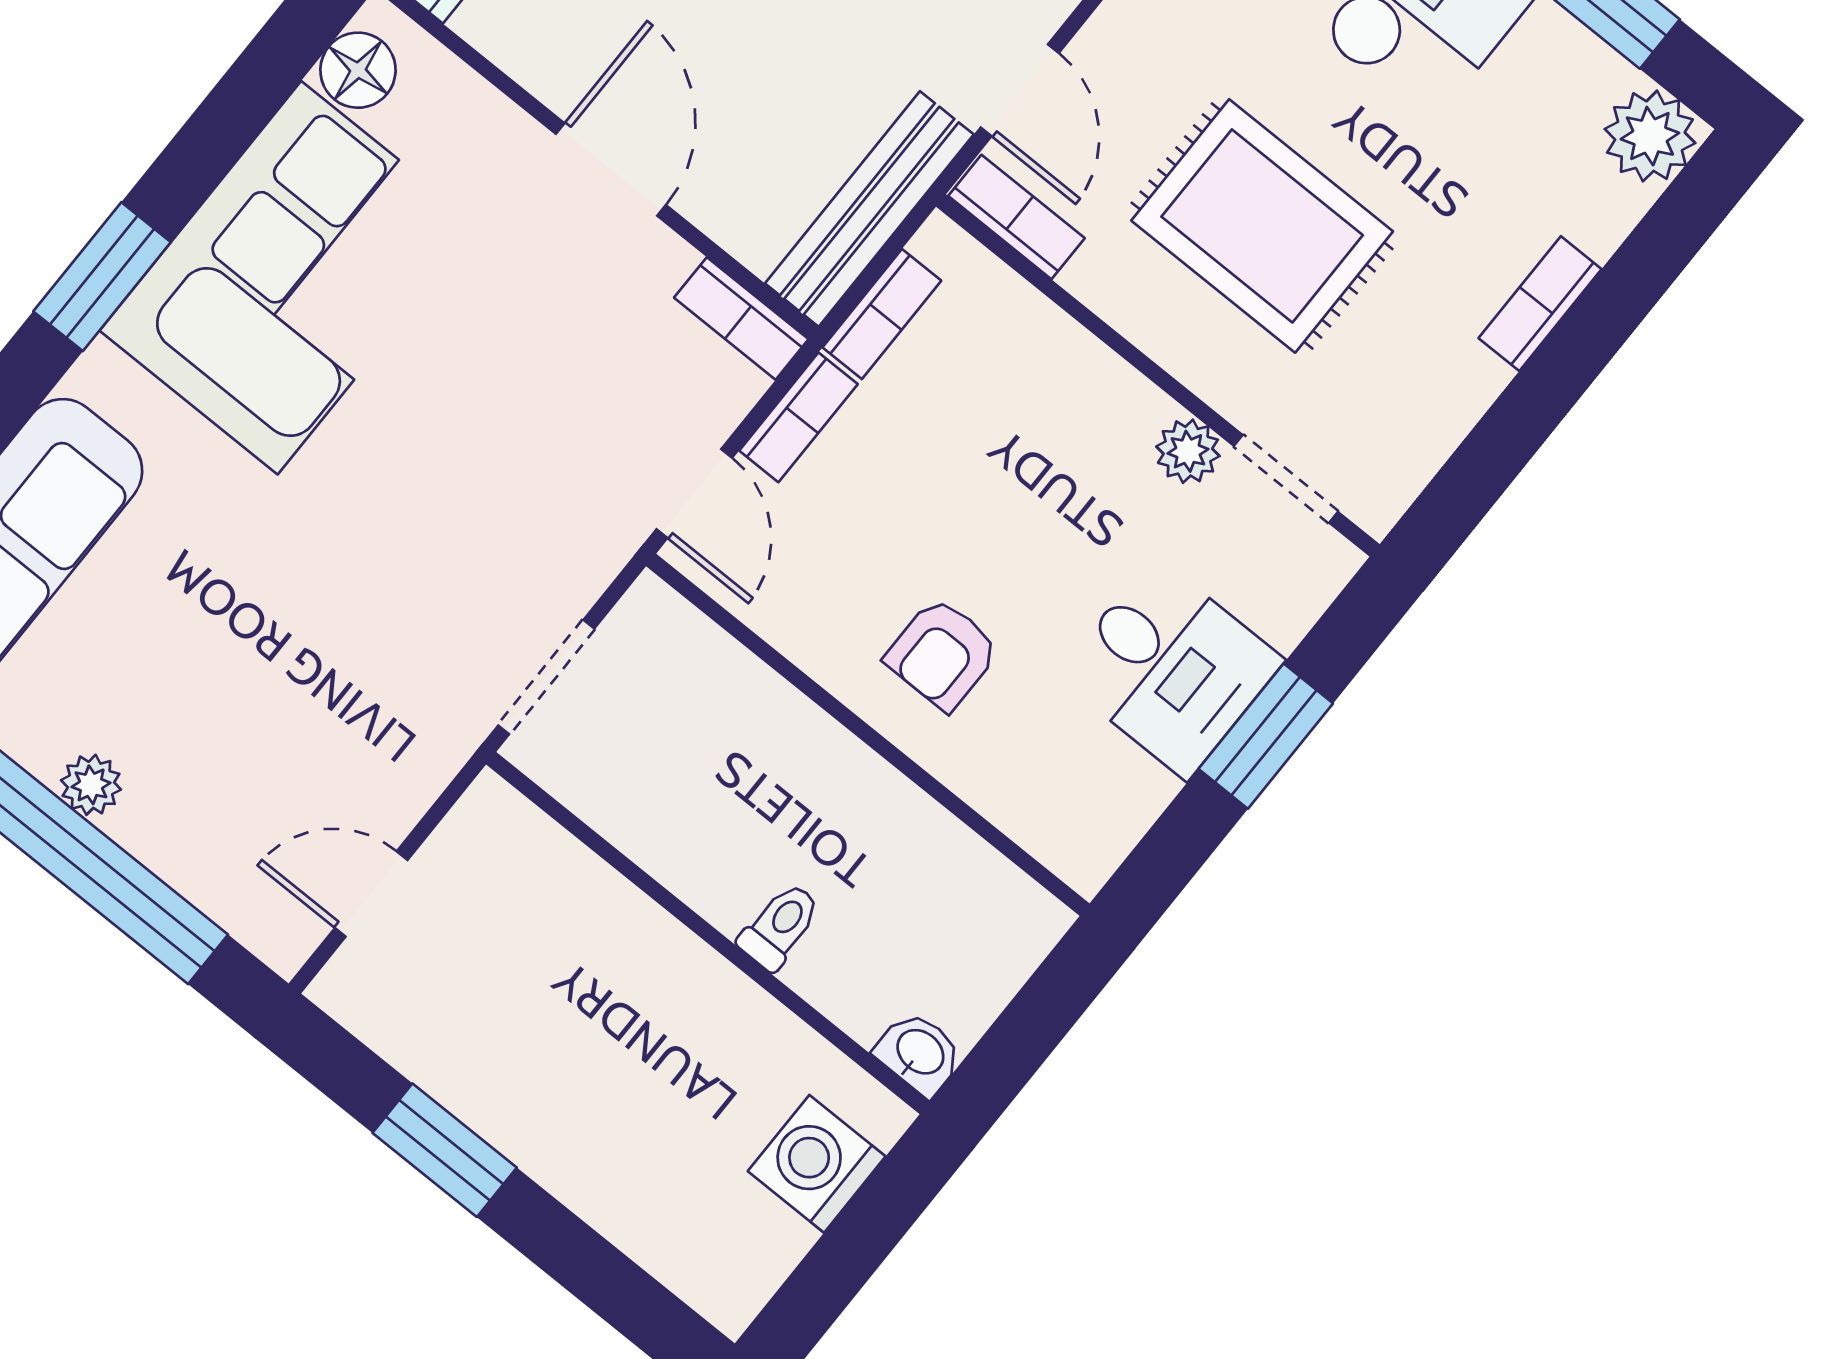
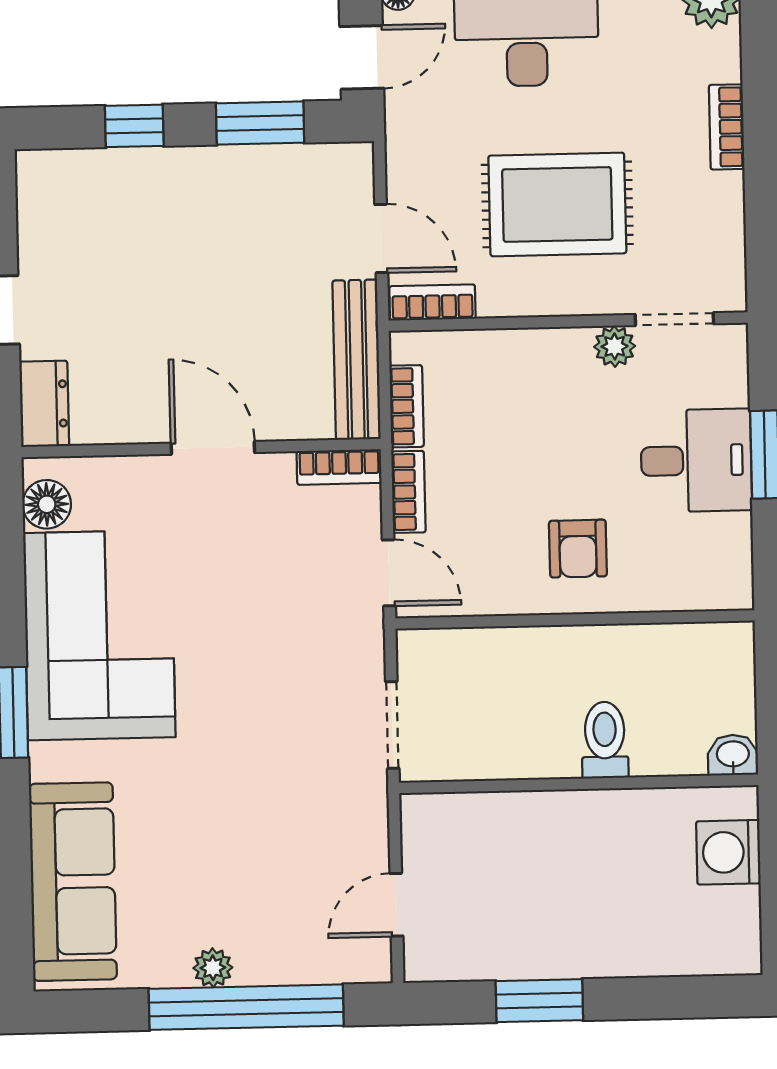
toilet: (780, 926) -> (605, 740), width x1.37, depth x1.39

